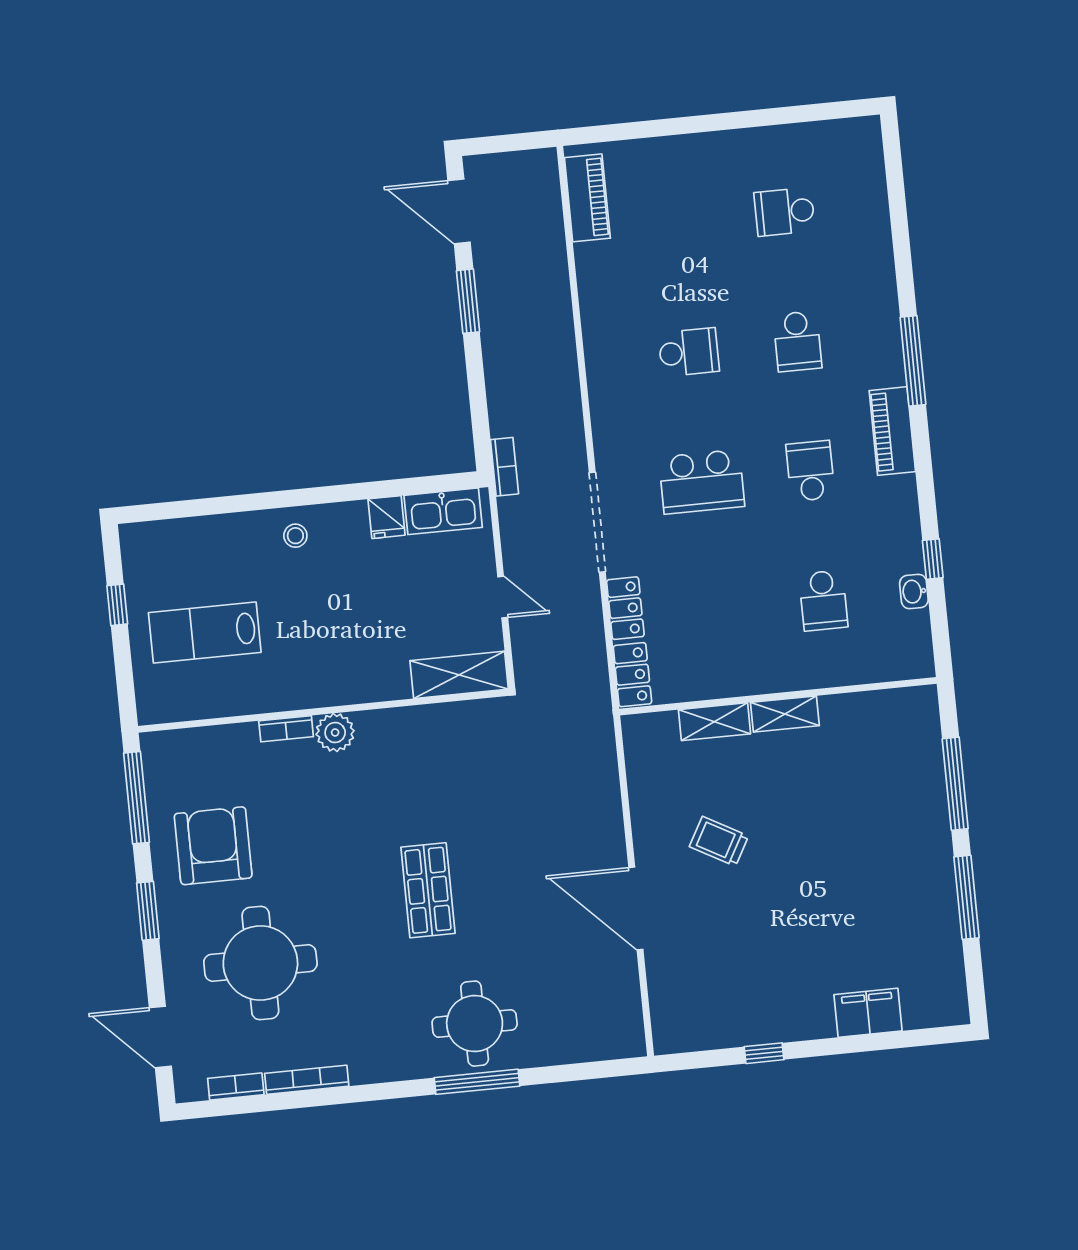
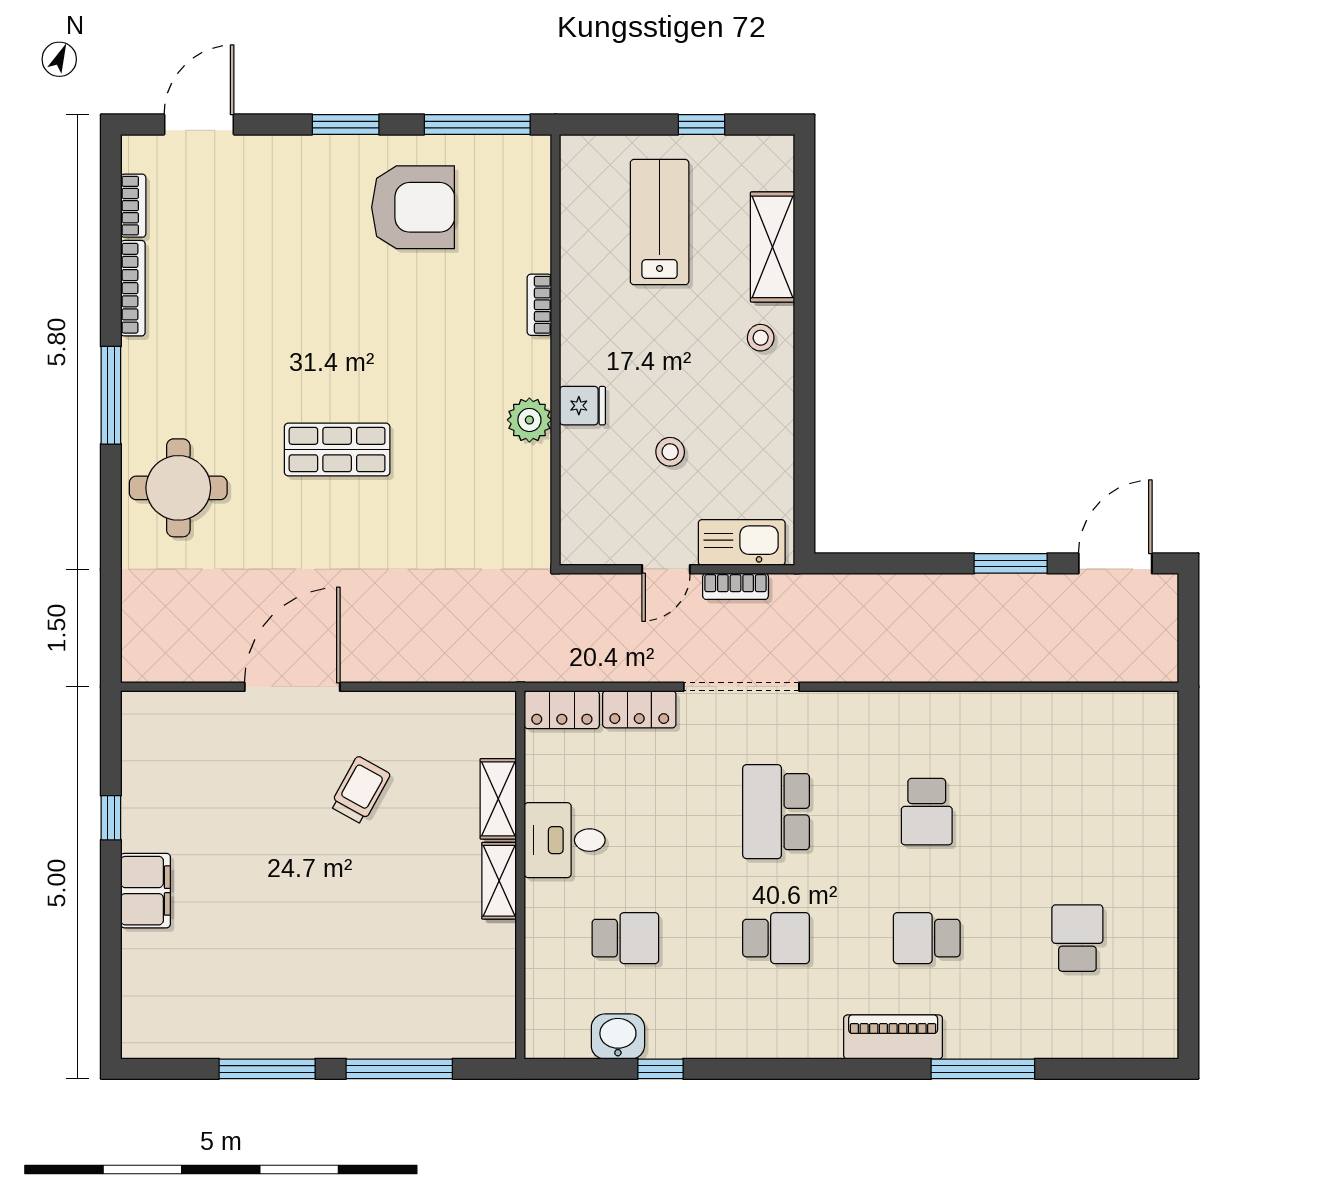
piano: (587, 198) -> (1116, 713), removed
window: (913, 361) -> (983, 1069), moved
piano: (892, 431) -> (893, 1037), moved
bookcase: (504, 467) -> (736, 586), moved
kitchen sink: (443, 511) -> (742, 542), moved, turned 90
fridge: (387, 517) -> (582, 406), moved, turned 180
washbasin: (914, 591) -> (618, 1036), width x1.38, depth x1.45
school desk: (823, 600) -> (625, 938), turned 180
stool: (401, 604) -> (670, 452), added
desk: (744, 661) -> (565, 840), added
shelving: (459, 675) -> (773, 247), moved
plant: (335, 733) -> (529, 420), moved
round table: (260, 963) -> (273, 248), removed
filing cabinet: (868, 1013) -> (145, 891), moved
window: (477, 1082) -> (111, 395), moved

